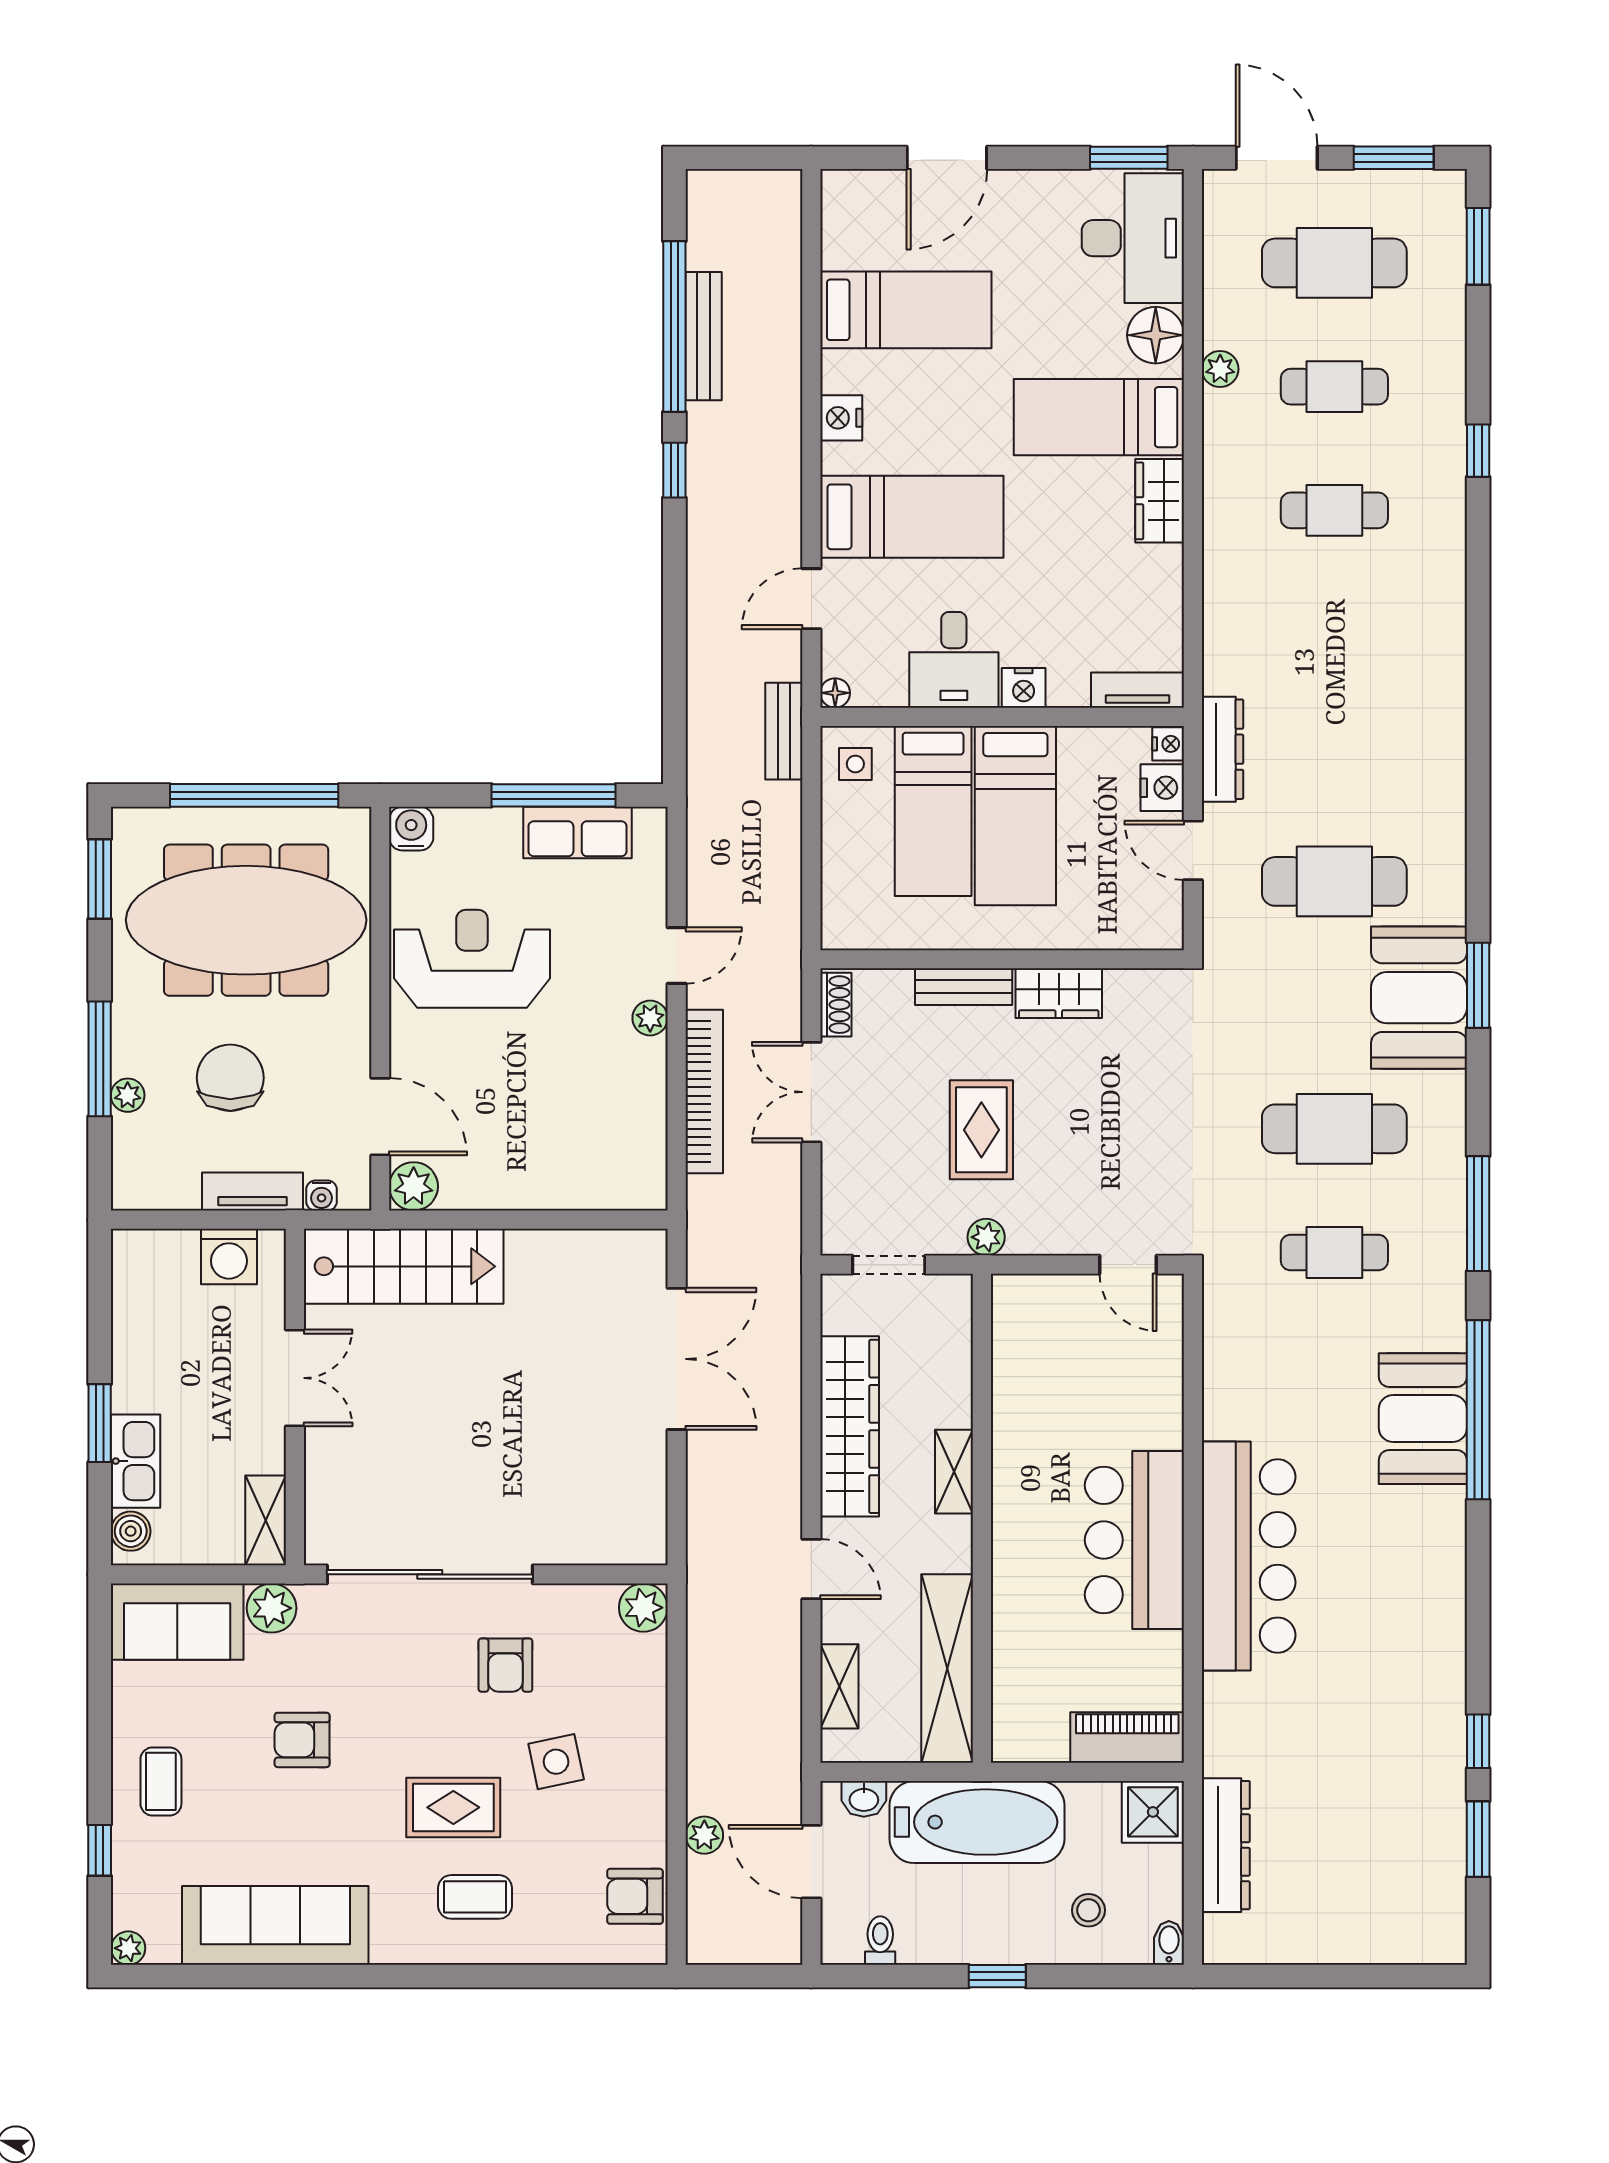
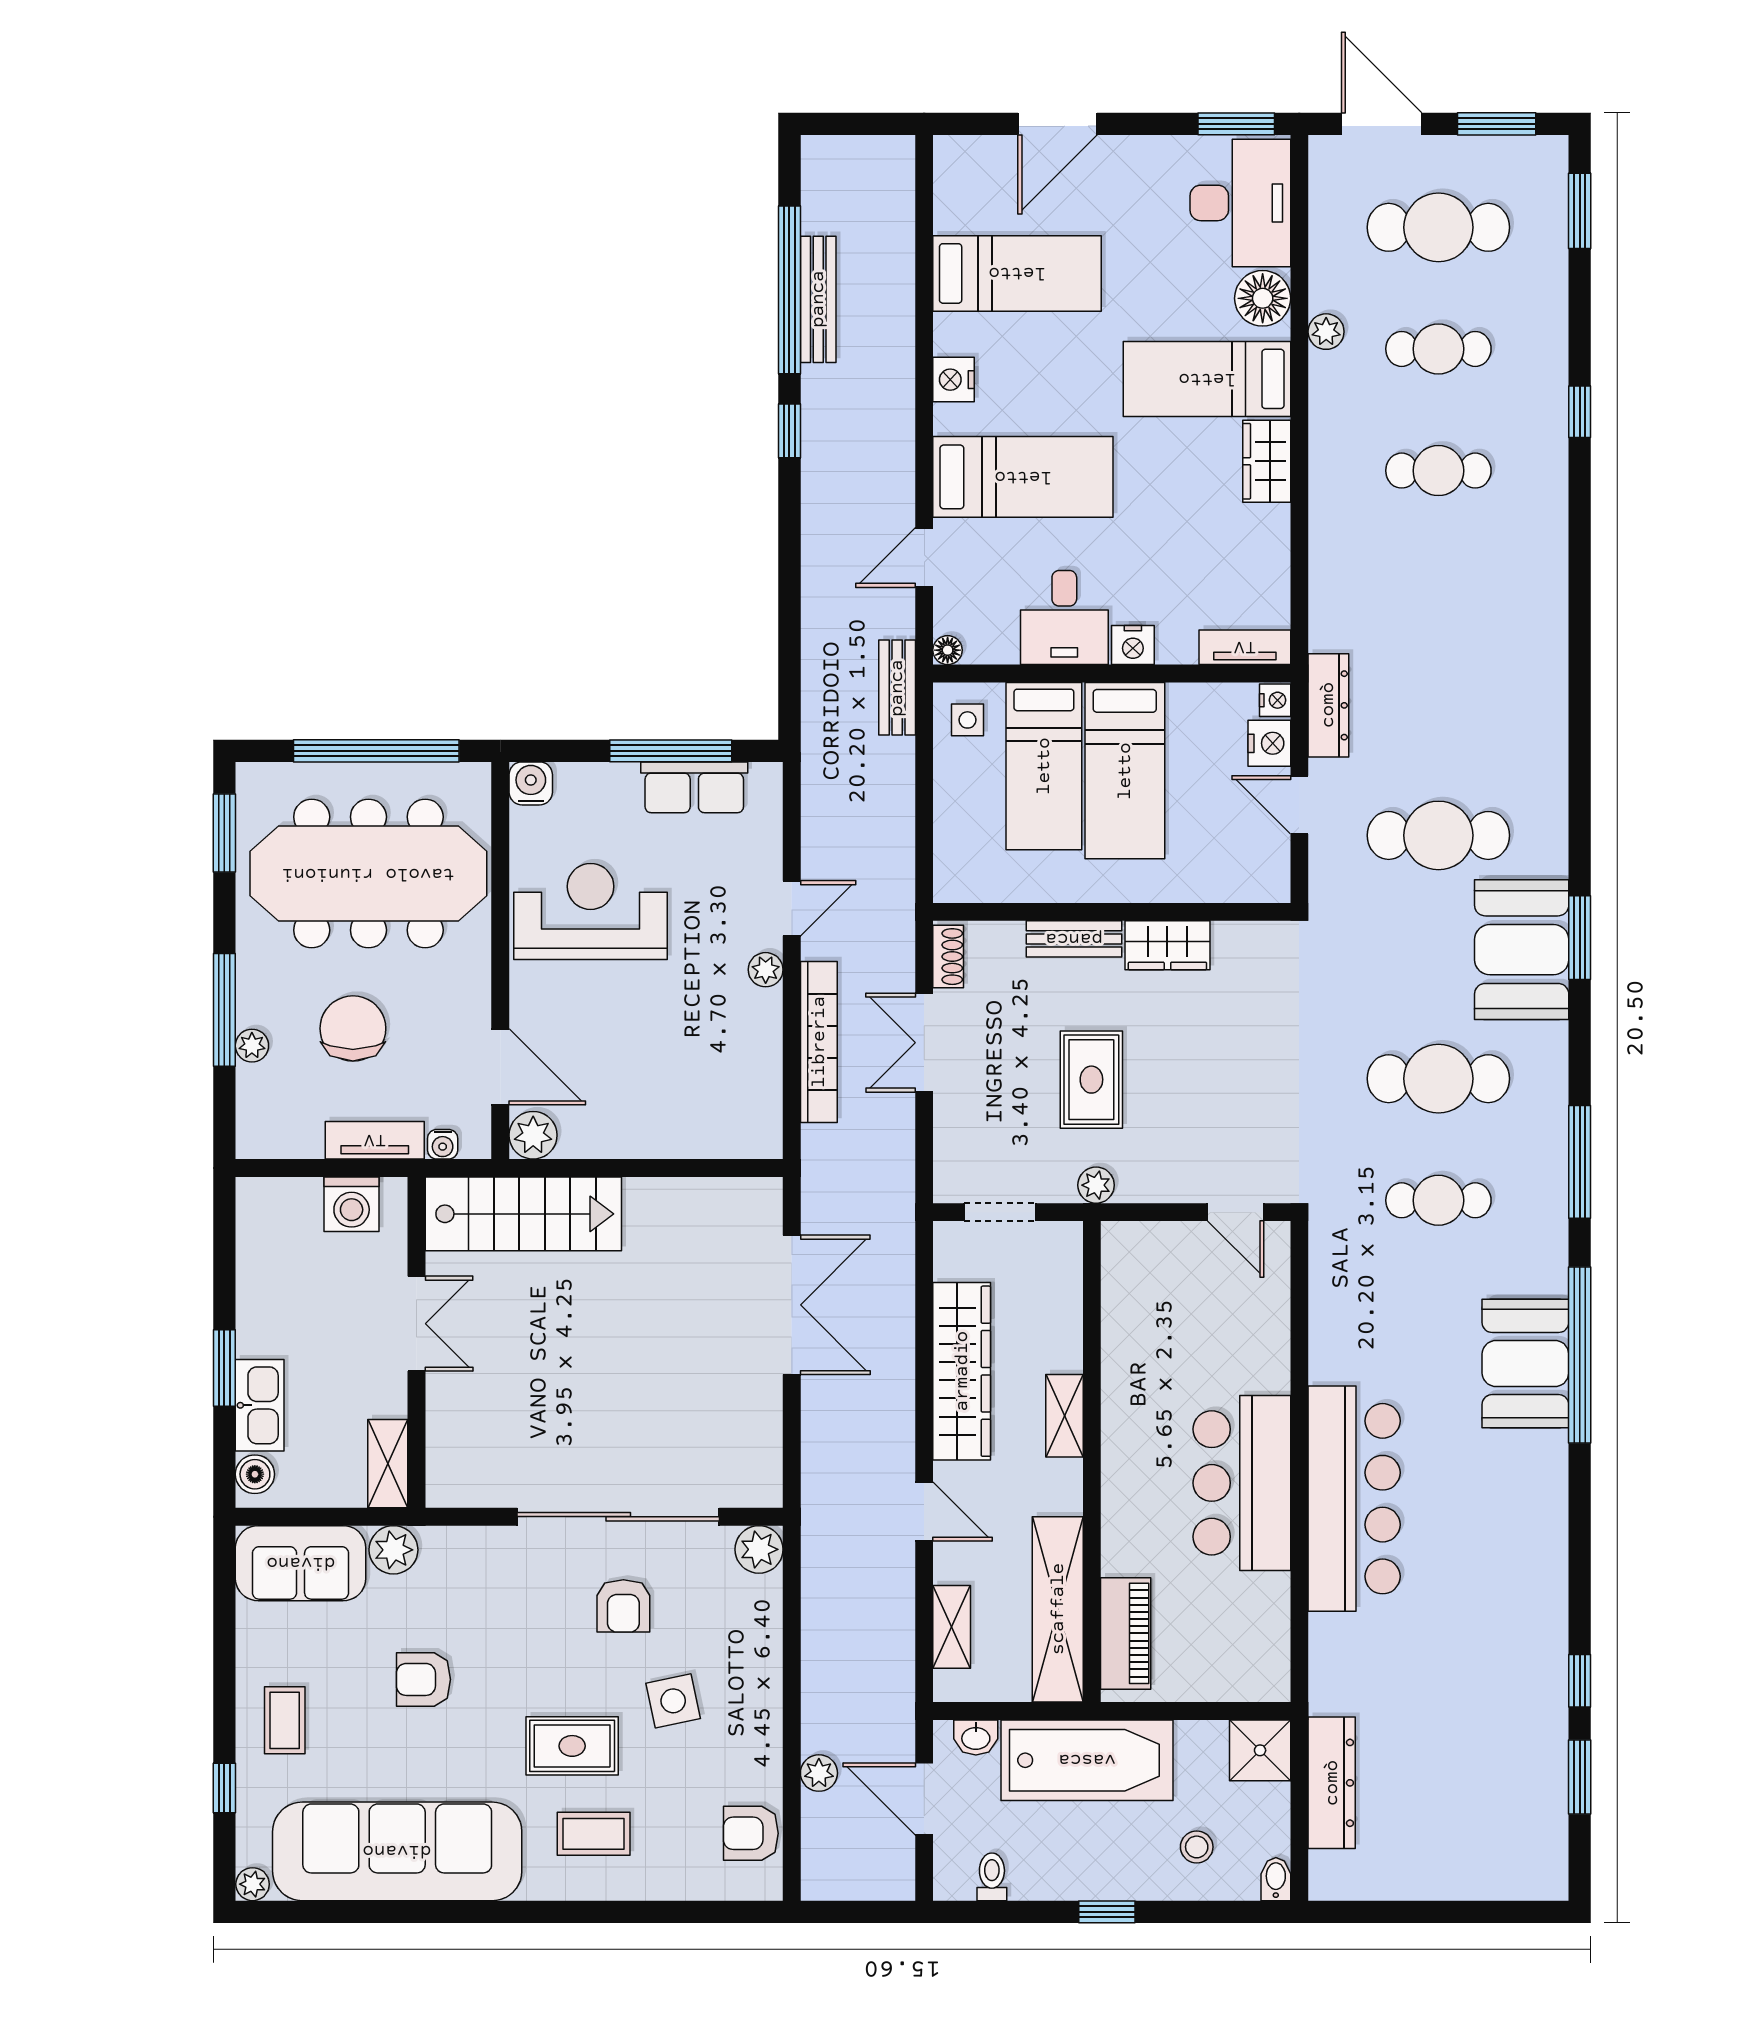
sliding door: (430, 1574) -> (618, 1517), moved
piano: (1127, 1738) -> (1126, 1633), moved, turned 90
sofa: (275, 1925) -> (397, 1851), width x1.36, depth x1.27

